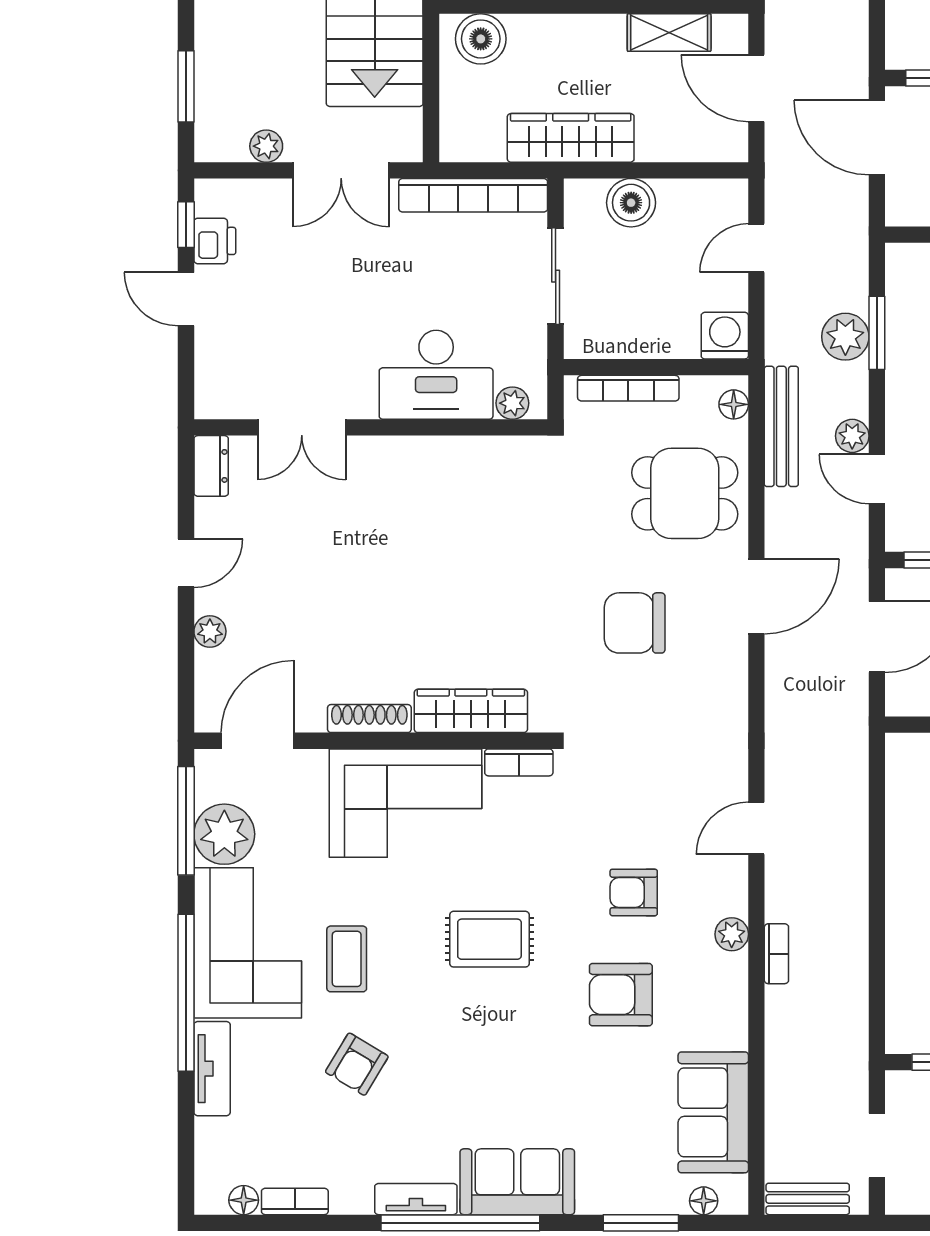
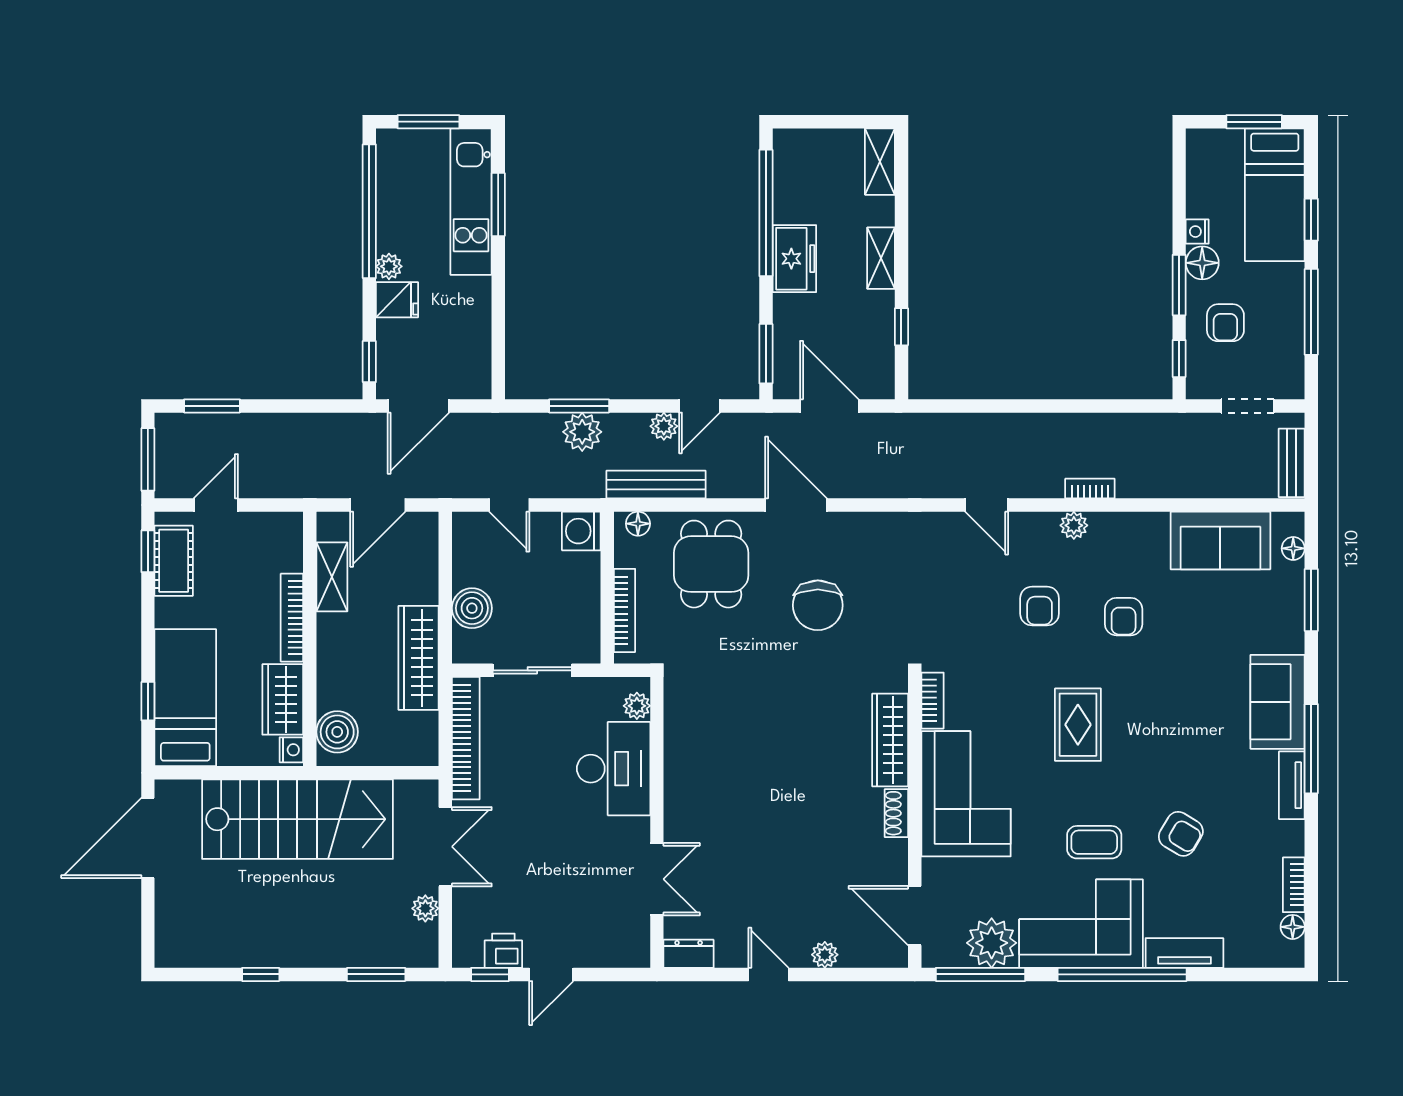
shoe rack: (369, 719) -> (896, 813), width x0.70
armchair: (621, 995) -> (1124, 617), width x0.72, depth x0.72
window: (460, 1223) -> (1311, 749), width x0.68

